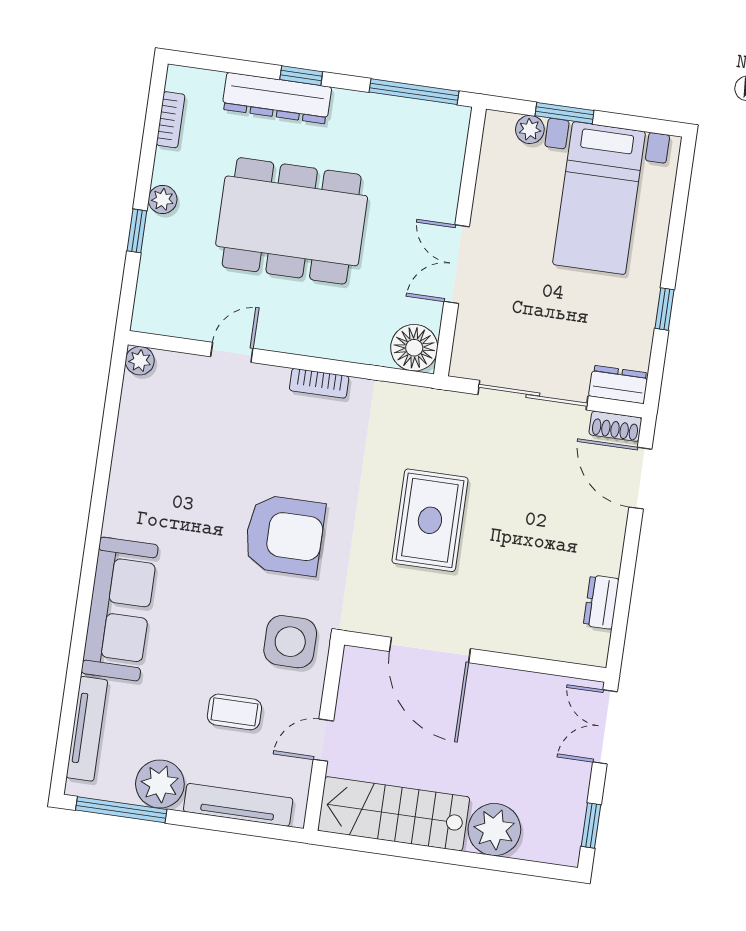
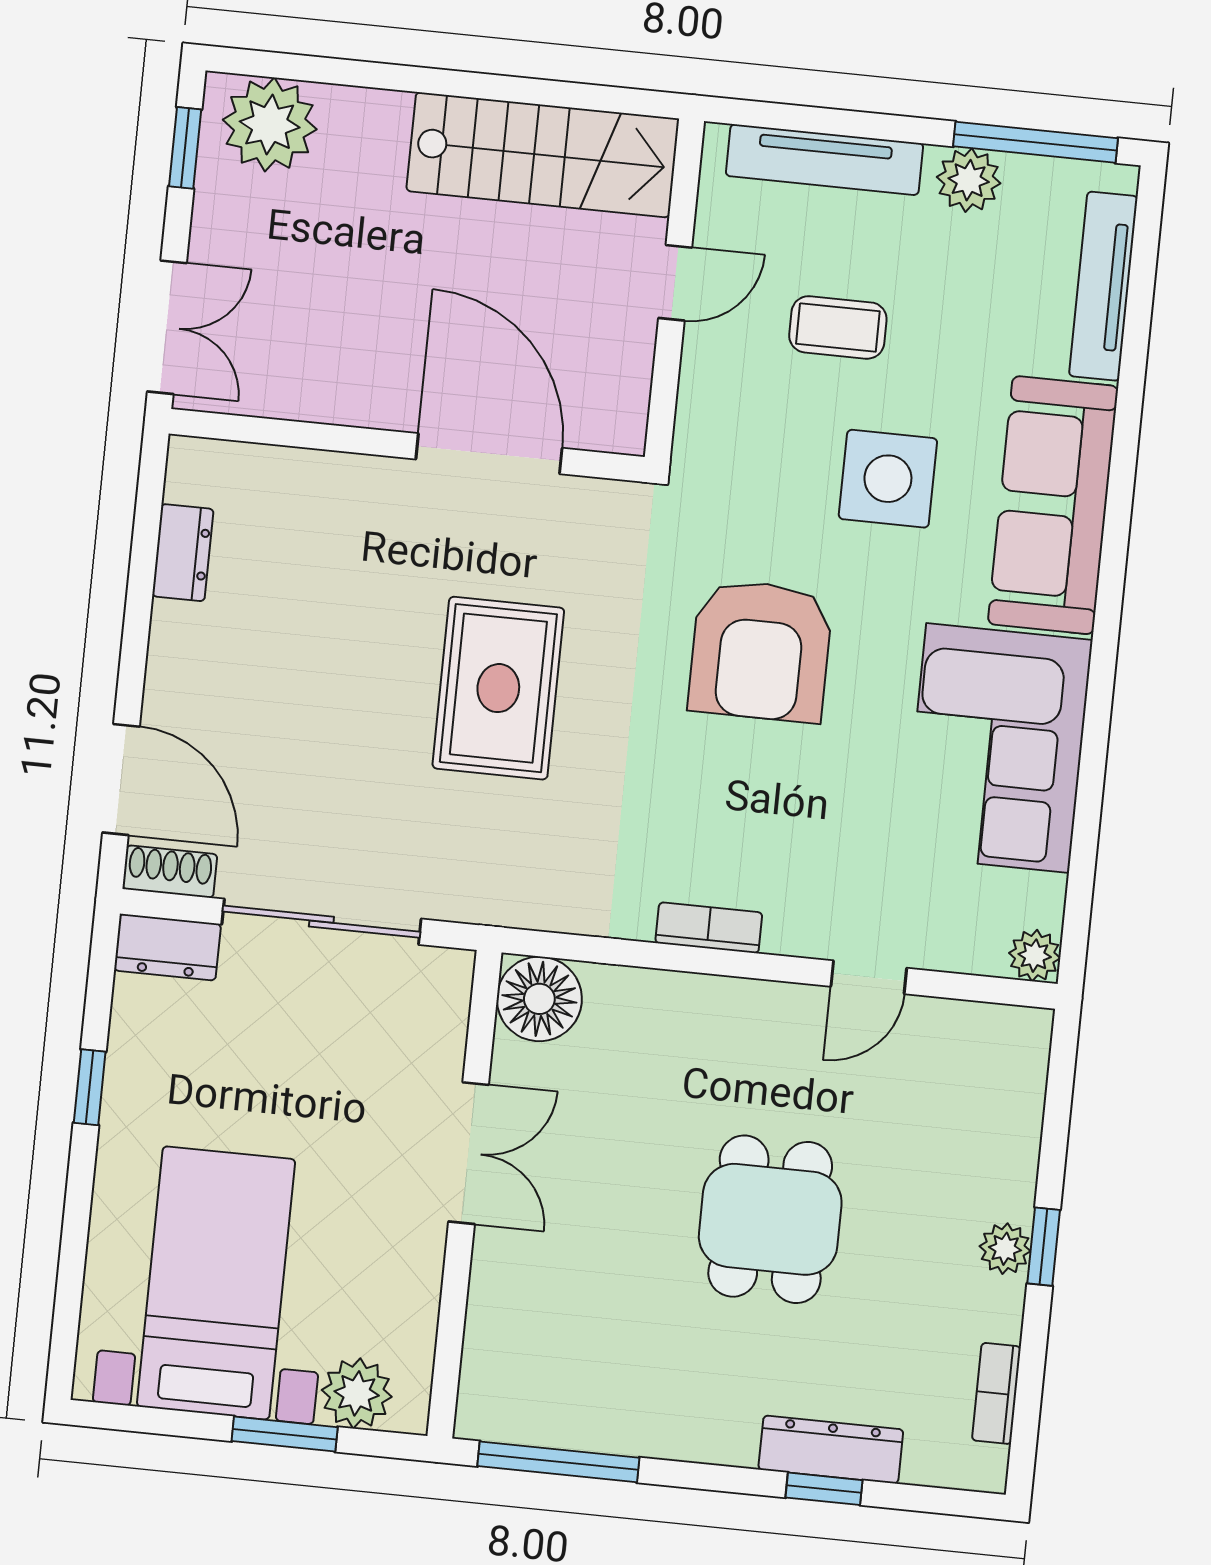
window: (301, 76) -> (824, 1489), moved
dresser: (277, 98) -> (831, 1450), width x0.73, depth x0.80
plant: (530, 129) -> (357, 1393), width x1.38, depth x1.38
dining table: (292, 221) -> (770, 1219), width x0.53, depth x0.80
window: (137, 231) -> (1044, 1247), moved
corner sofa: (156, 476) -> (998, 748), added
armchair: (284, 535) -> (760, 651), turned -90
side table: (290, 642) -> (888, 479), moved
plant: (160, 784) -> (969, 180), width x0.73, depth x0.73
plant: (494, 830) -> (270, 125), moved

